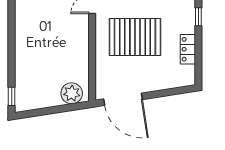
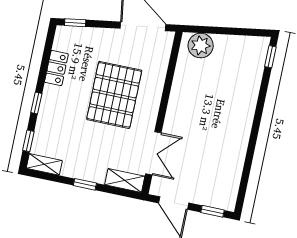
pallet: (135, 37) -> (114, 95), turned 90
window: (180, 90) -> (75, 23), added

